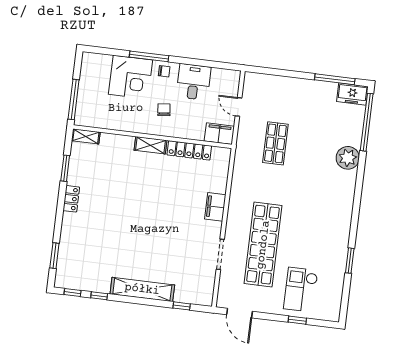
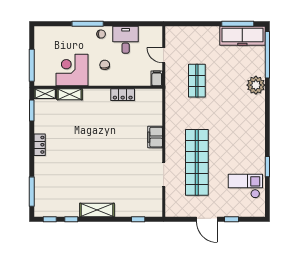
corner desk: (131, 77) -> (72, 70), moved, turned 180
freezer: (352, 94) -> (242, 36), width x1.91, depth x1.26
filing cabinet: (219, 134) -> (157, 78), width x0.50
shelving: (151, 145) -> (70, 94), moved
locker: (189, 150) -> (123, 95), width x0.66
window: (65, 168) -> (32, 110), moved
window: (54, 256) -> (32, 192), width x1.44
shelving: (142, 289) -> (97, 210), width x0.68
checkout: (301, 290) -> (245, 186), moved, turned 90
door: (239, 313) -> (207, 219), moved

